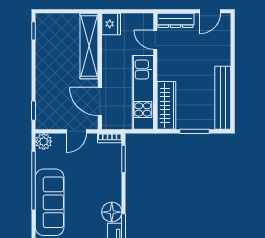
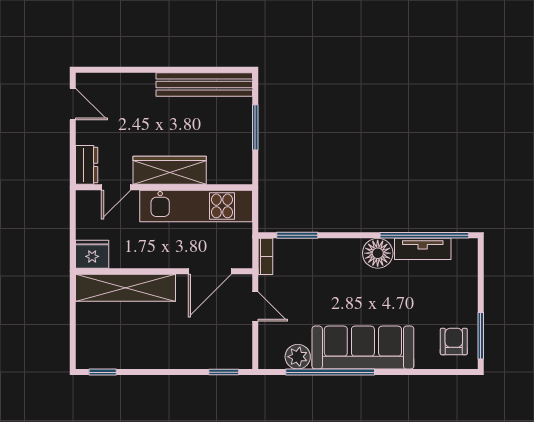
dresser: (176, 20) -> (87, 165), width x0.70
wardrobe: (166, 105) -> (170, 170), moved
plant: (44, 141) -> (298, 357), moved

